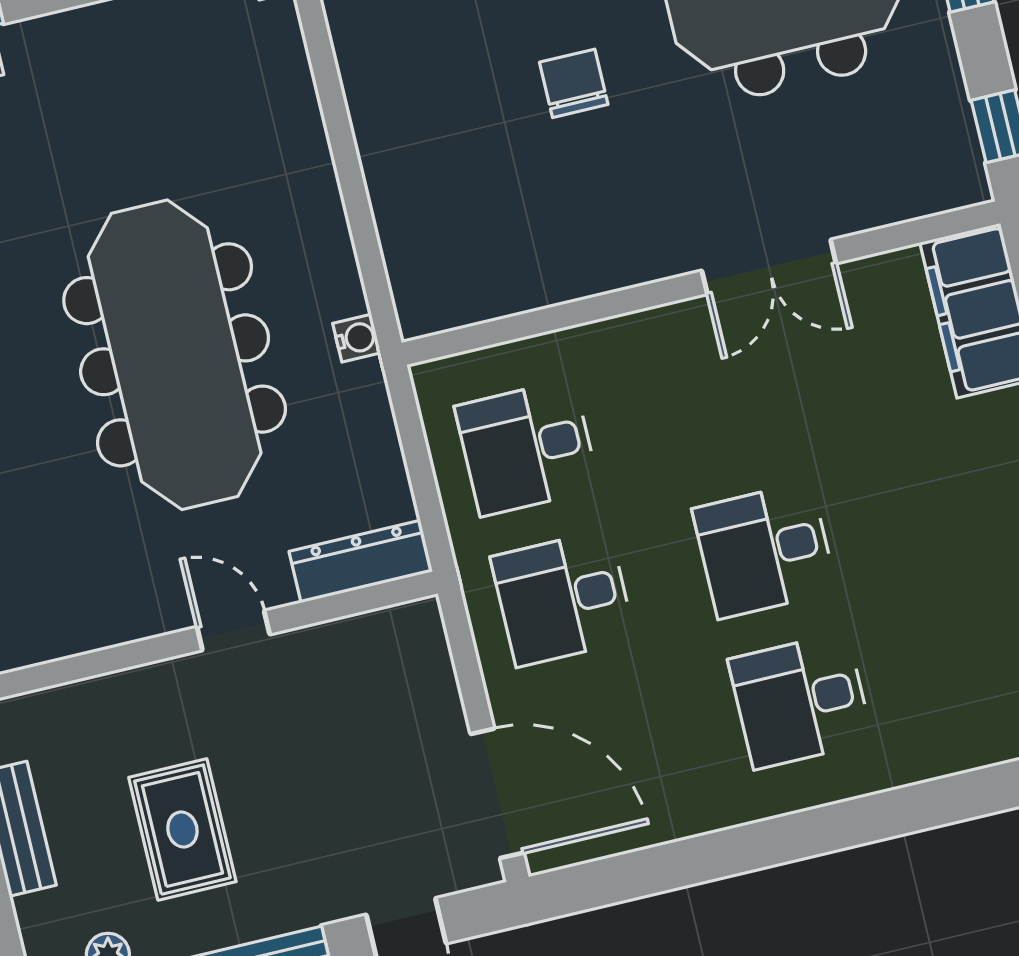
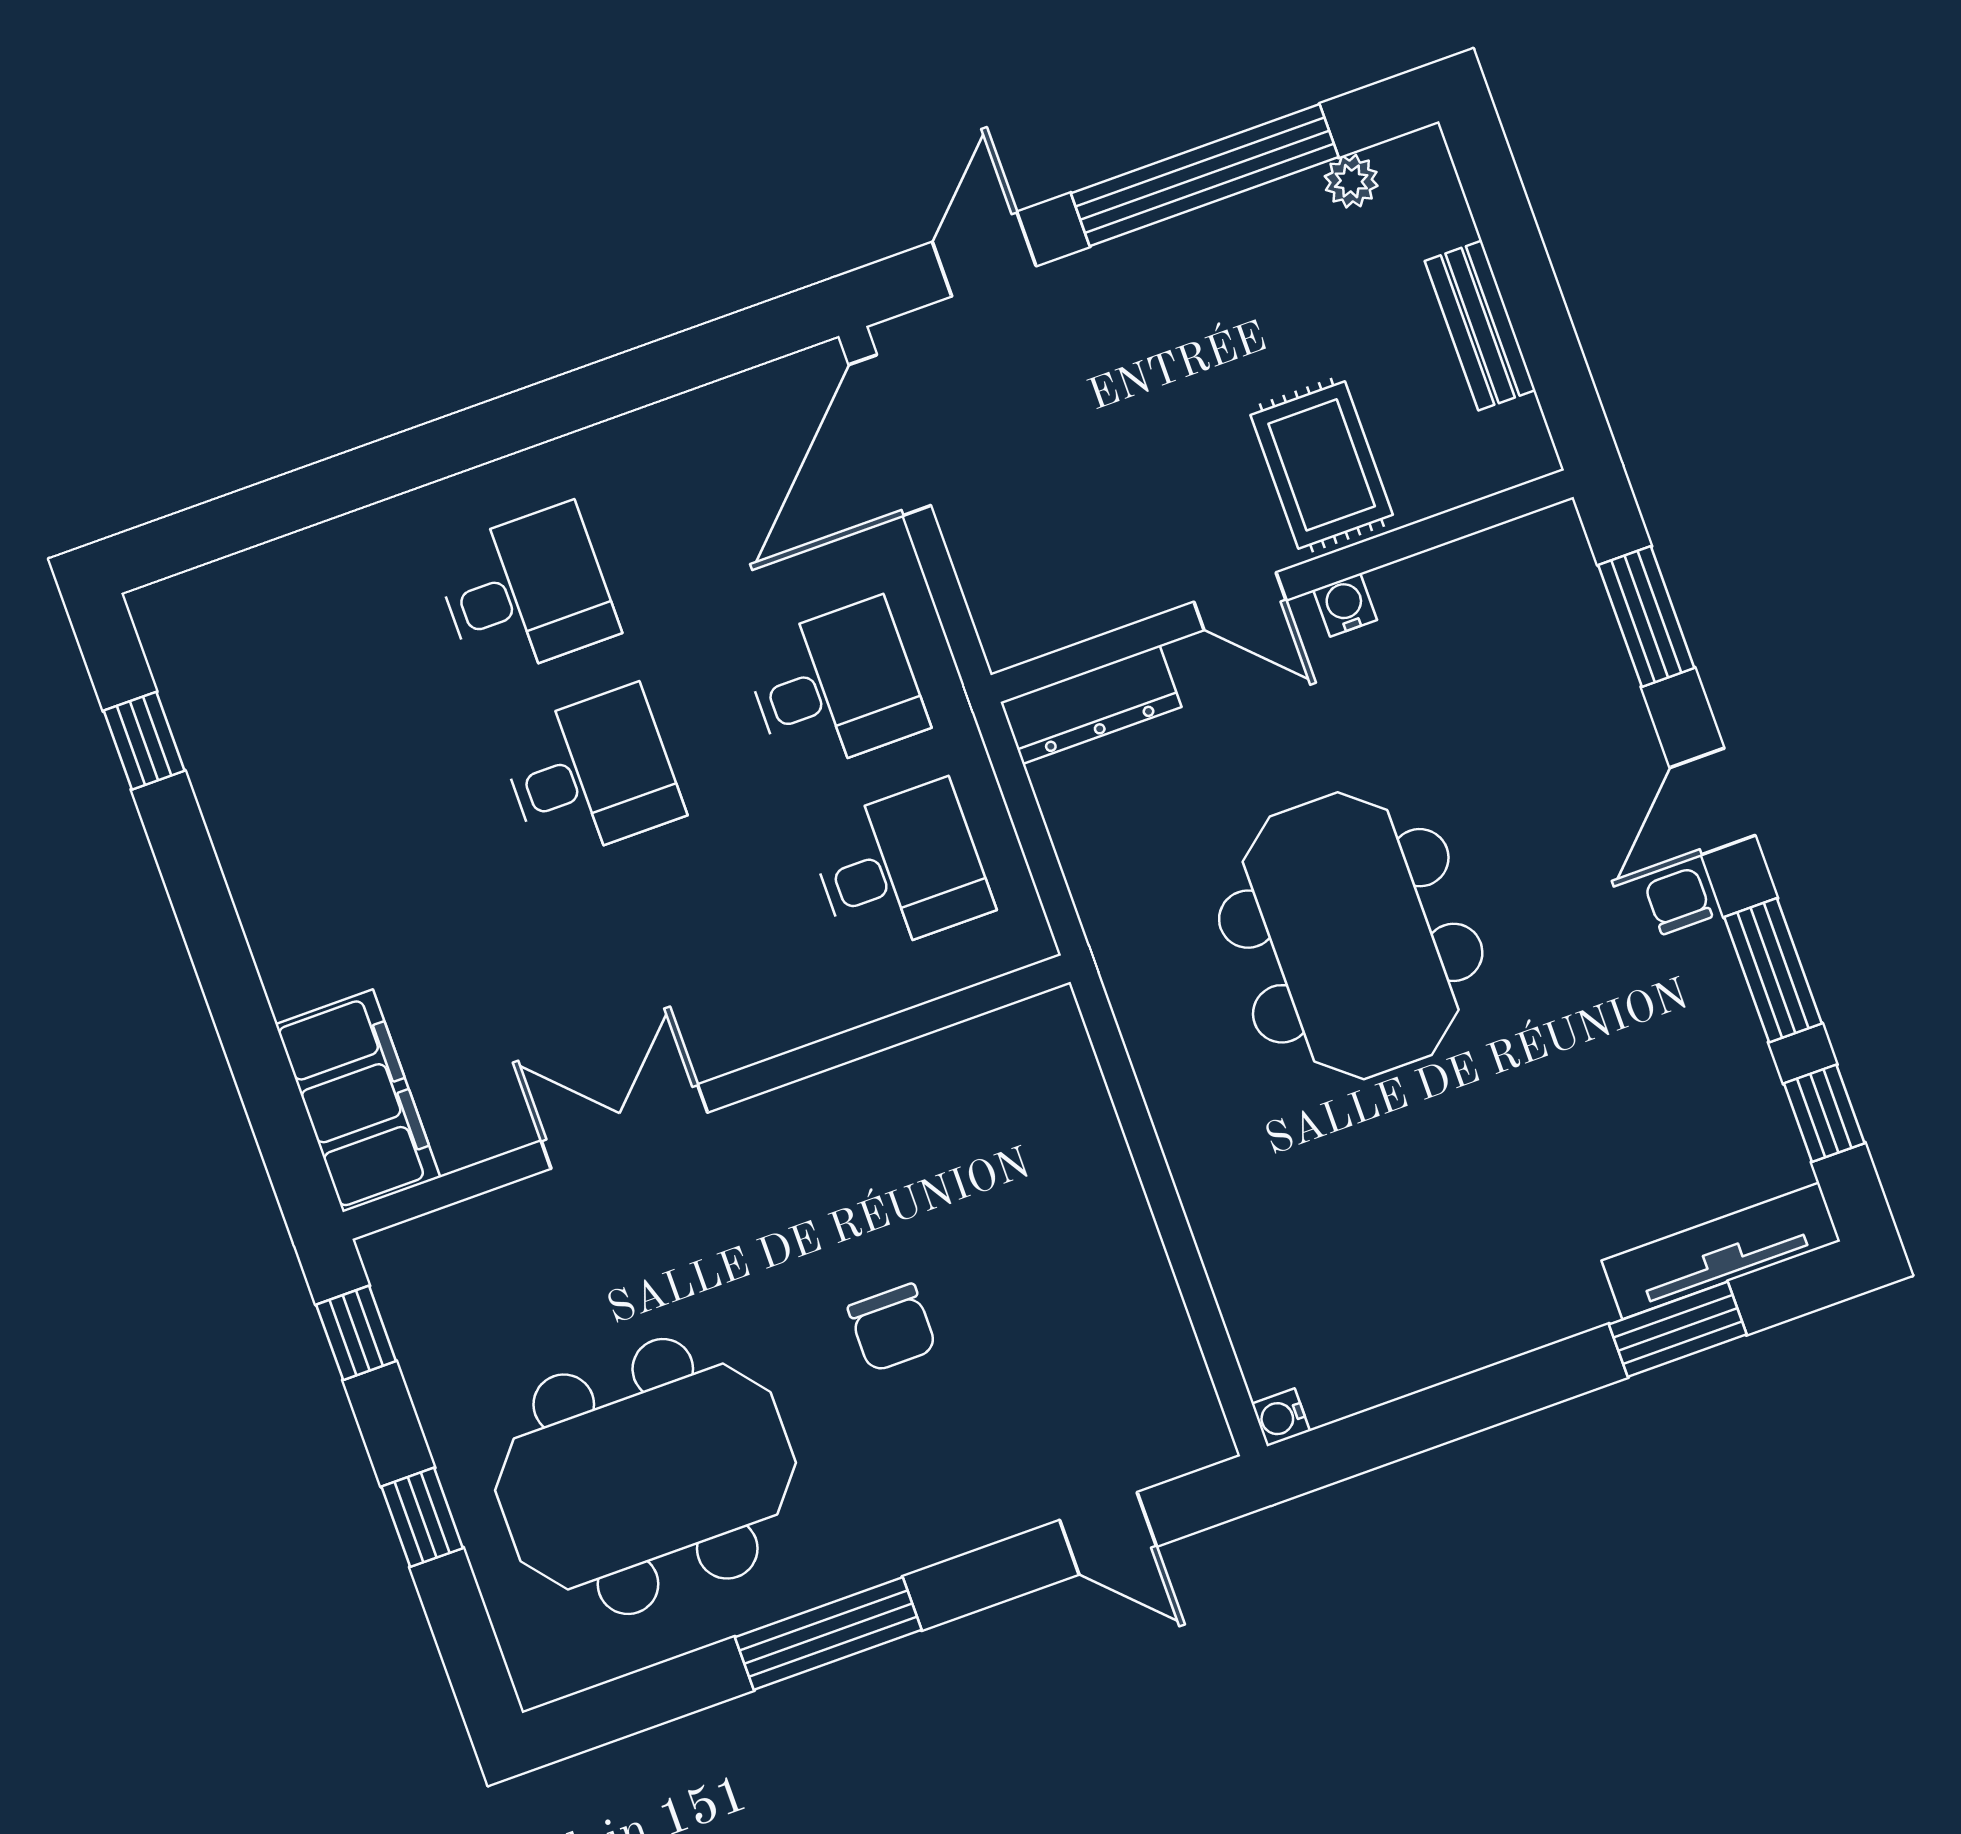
water cooler: (357, 338) -> (1345, 605), moved, turned 90
meeting table: (175, 355) -> (1351, 936), width x0.73
door: (497, 793) -> (890, 435), hinge flipped
rug: (182, 830) -> (1322, 465), moved

